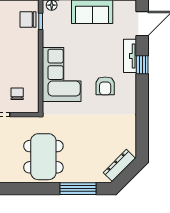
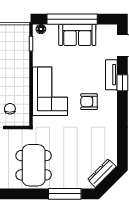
chair: (28, 19) -> (20, 42), removed
armchair: (105, 86) -> (89, 102), turned 90

